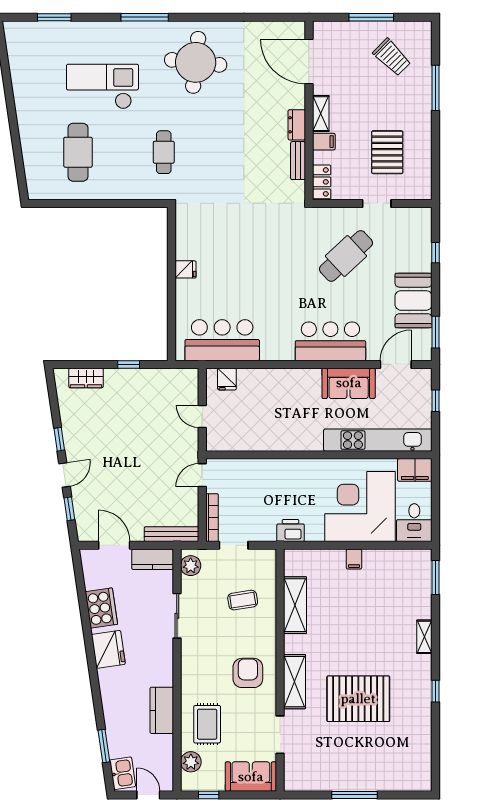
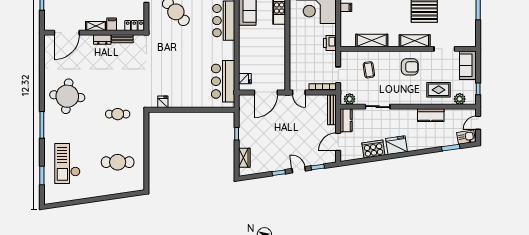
checkout: (102, 86) -> (67, 163), moved
fridge: (186, 269) -> (163, 102), moved
door: (202, 416) -> (266, 92), width x1.87
armchair: (248, 673) -> (410, 67), turned 180

